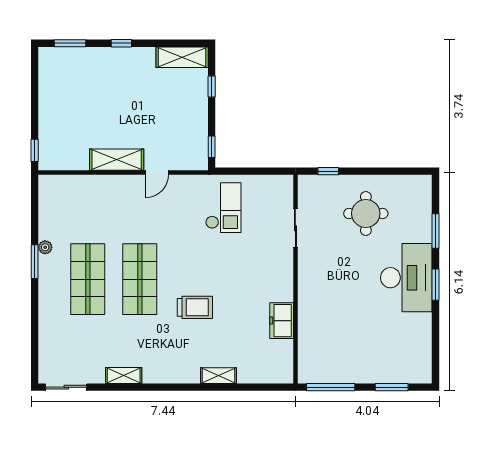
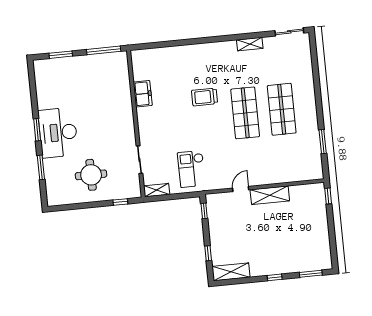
plant: (45, 247) -> (314, 129), removed
window: (35, 262) -> (323, 142), moved
shelving: (219, 376) -> (157, 190), moved

